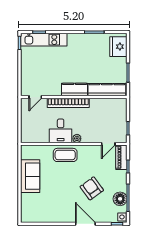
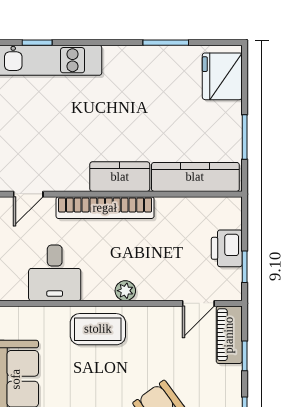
printer: (120, 120) -> (227, 248), added
desk: (61, 131) -> (55, 273), moved

